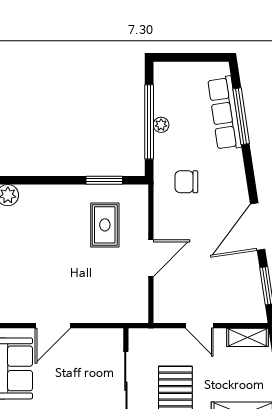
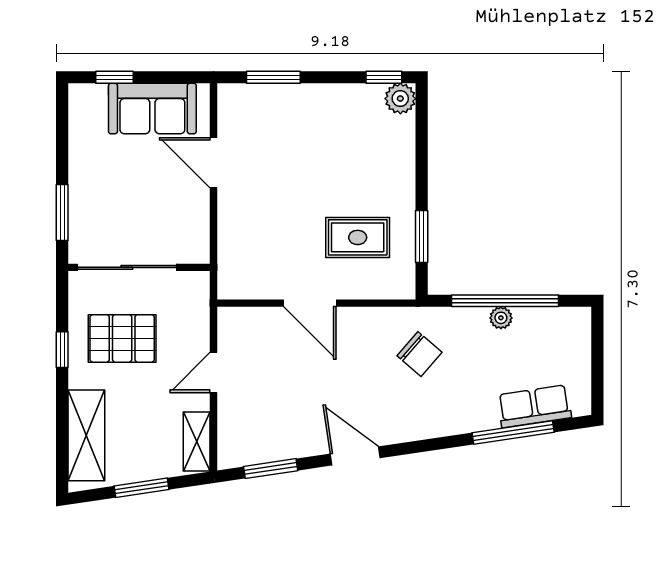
row of seats: (225, 113) -> (534, 406), width x0.68
chair: (186, 182) -> (419, 354), turned 131
door: (258, 227) -> (355, 456), width x0.73

